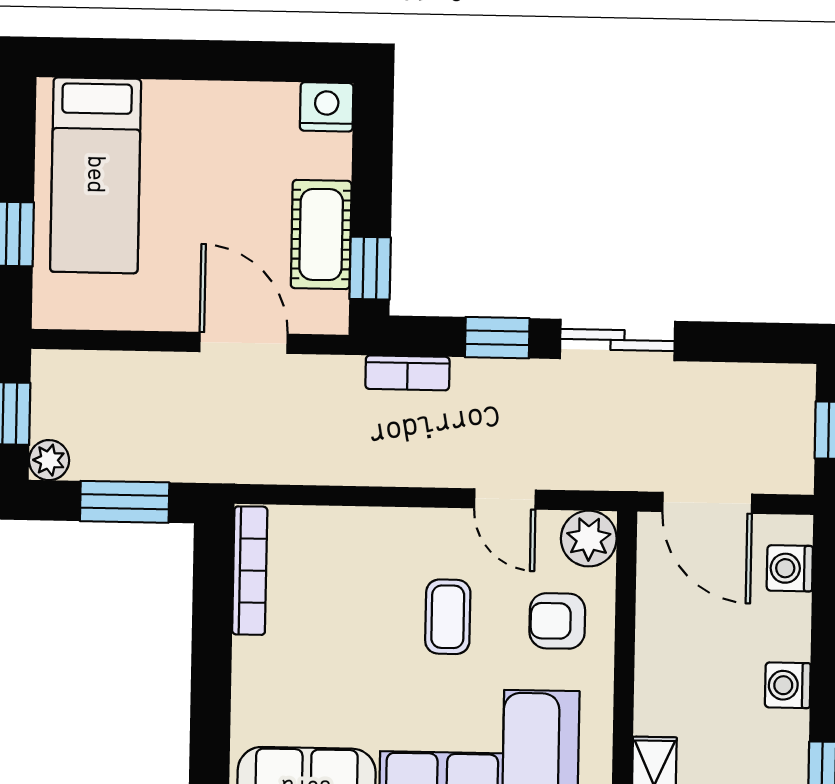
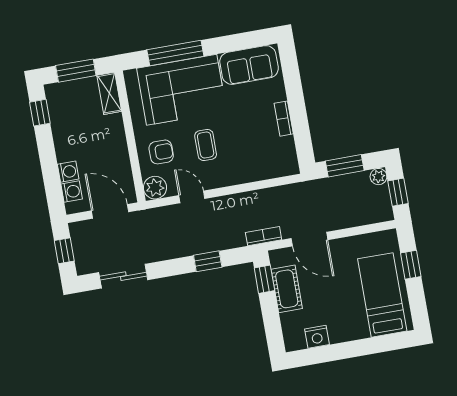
nightstand: (327, 107) -> (317, 337), moved
sliding door: (617, 340) -> (123, 276), moved
bookcase: (407, 373) -> (264, 236), moved
bookcase: (250, 571) -> (284, 119), moved, width x0.64
washing machine: (788, 685) -> (68, 172), moved

